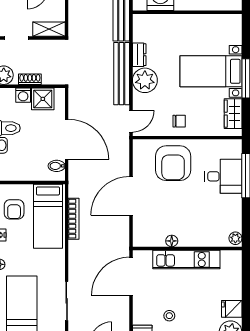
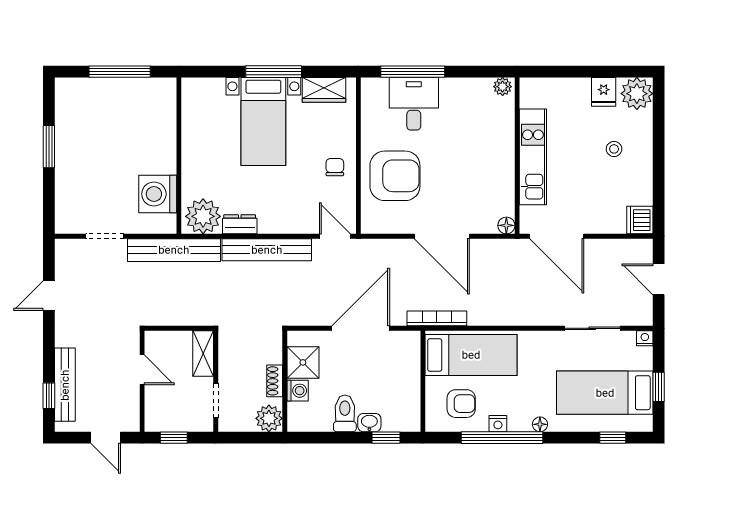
plant: (145, 80) -> (203, 216), moved
bidet: (57, 166) -> (399, 343), removed
bookcase: (74, 219) -> (437, 318), moved
floor lamp: (172, 241) -> (506, 225), moved
stool: (169, 316) -> (614, 149), moved

